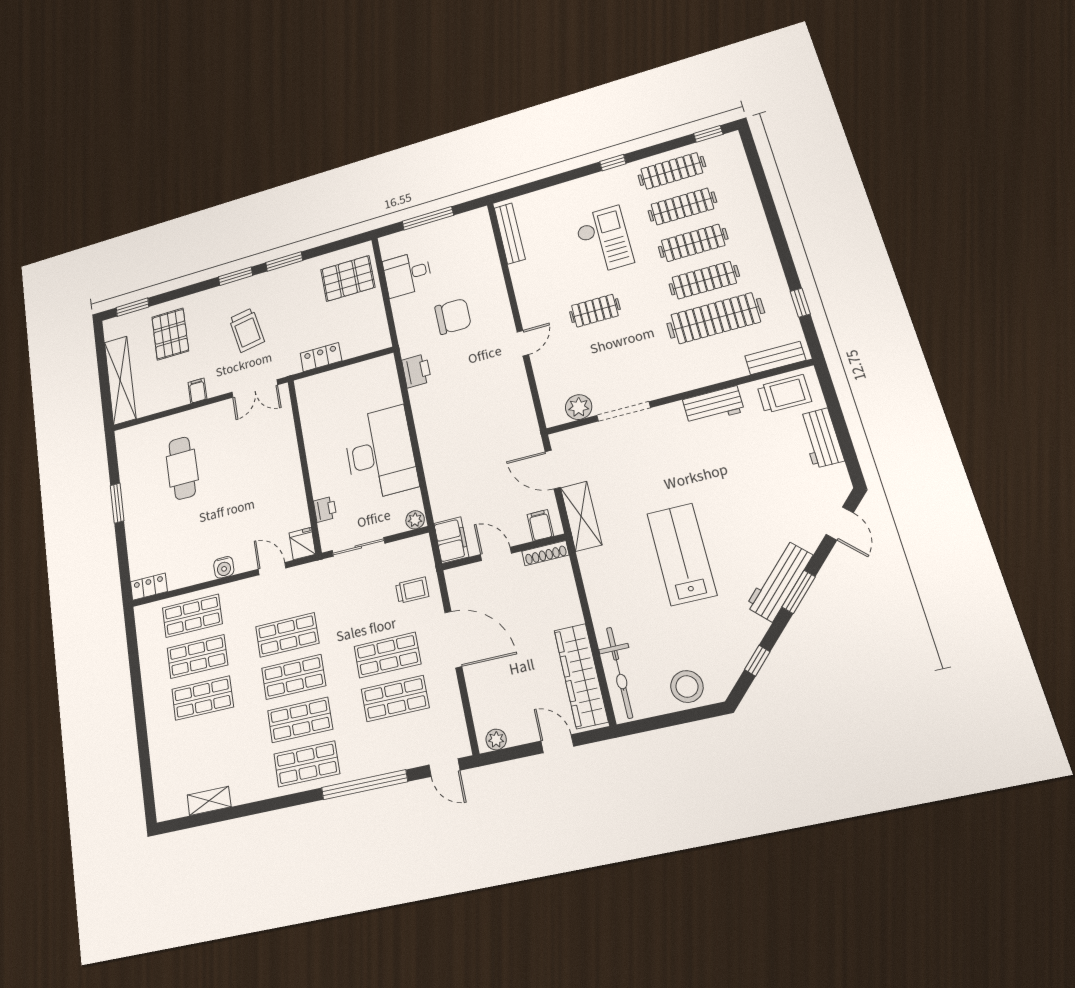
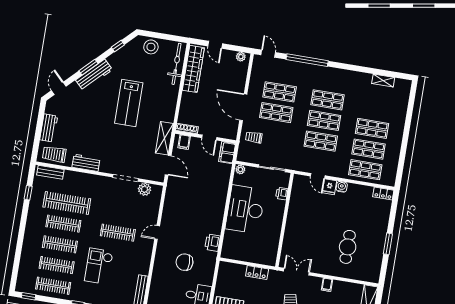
clothes rail: (595, 311) -> (118, 233), width x1.36
fridge: (302, 543) -> (329, 187), moved
shop shelf: (307, 764) -> (331, 79), removed

